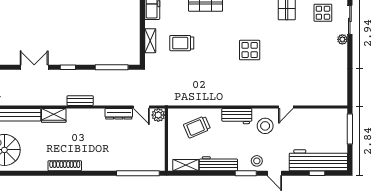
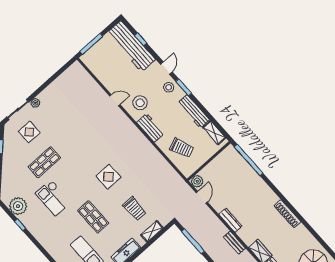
display table: (250, 50) -> (108, 177), moved
dresser: (119, 114) -> (230, 220), moved

